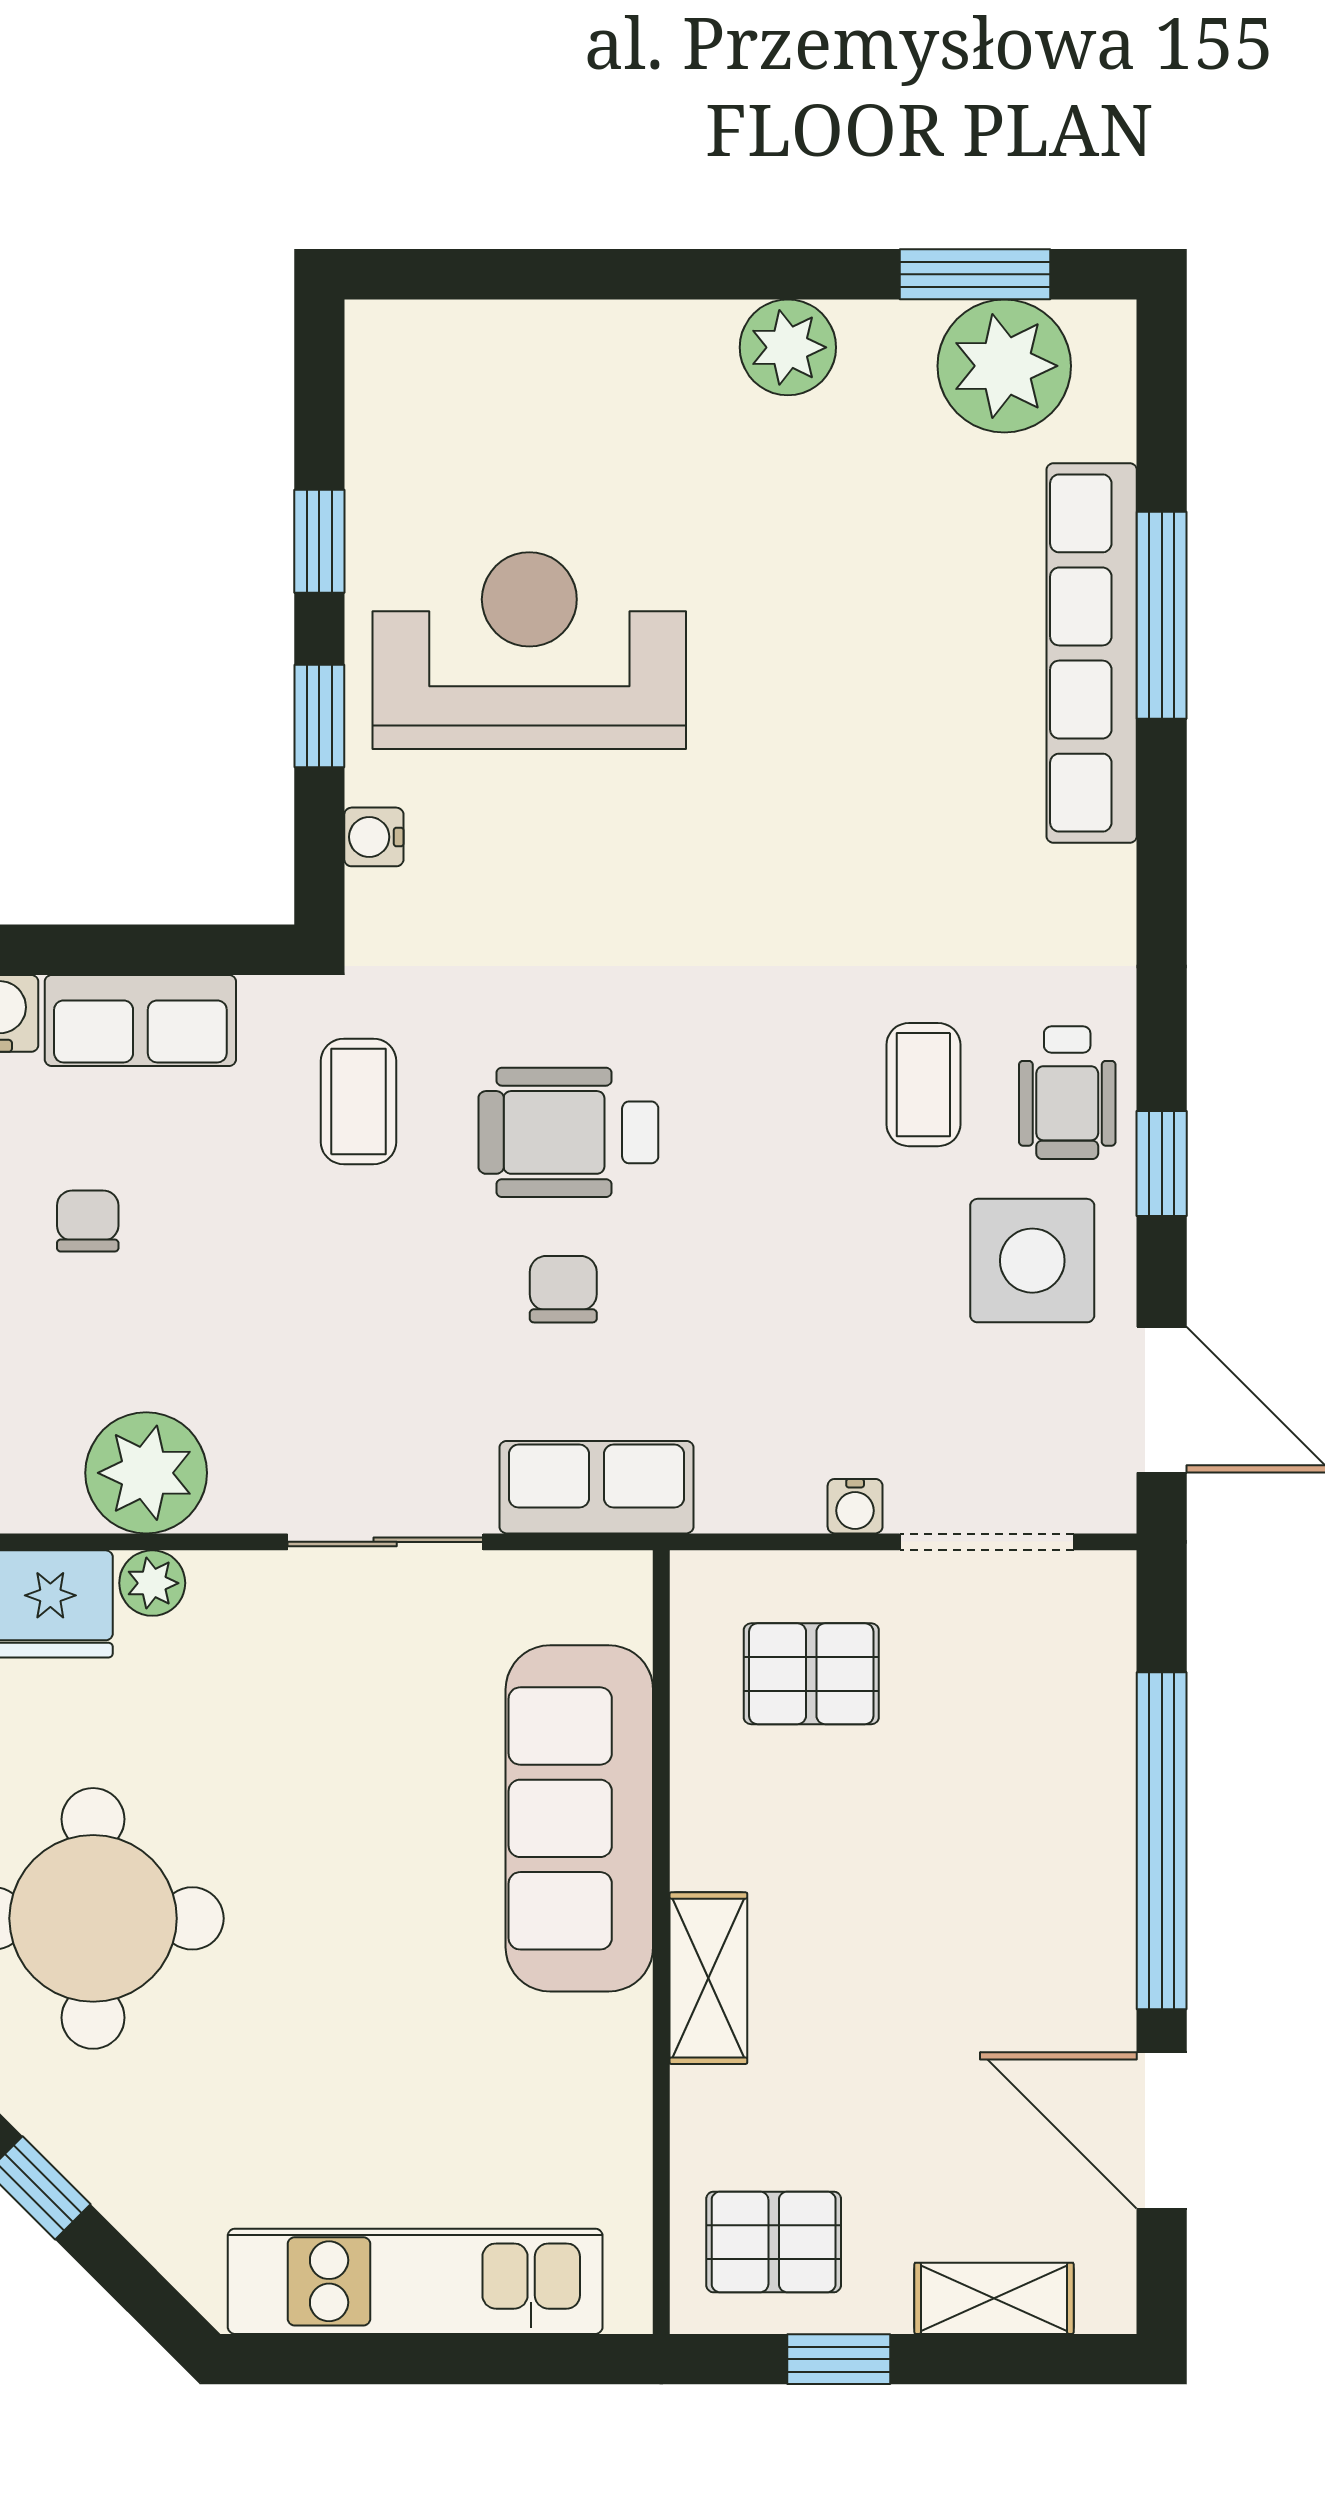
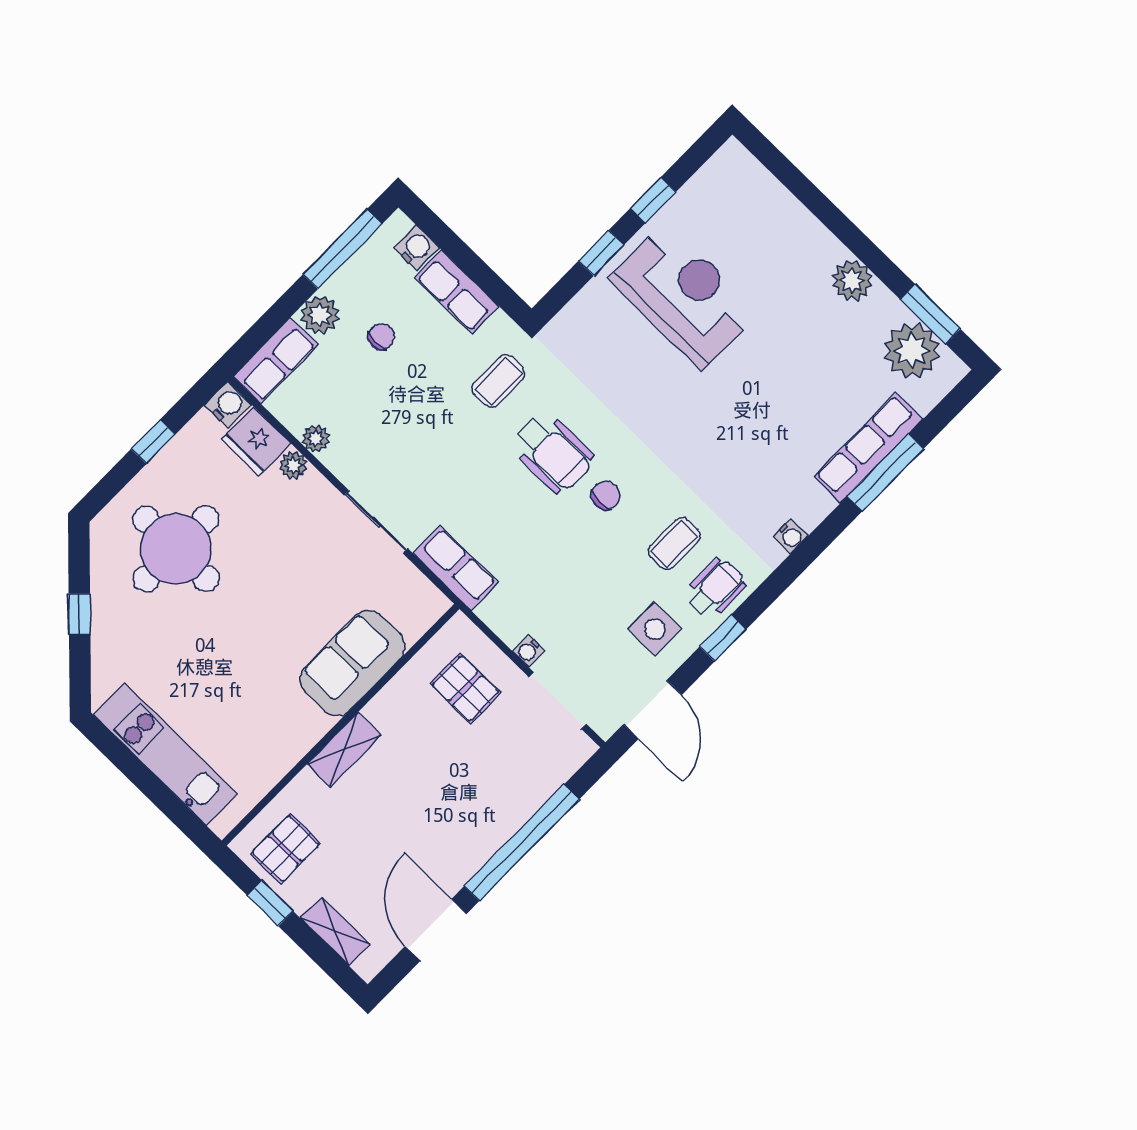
row of seats: (1092, 653) -> (868, 448), width x0.73
water cooler: (374, 837) -> (791, 536), moved, turned 180
wheelchair: (1067, 1093) -> (715, 589), turned 180
wheelchair: (568, 1132) -> (553, 453), turned 180
side table: (1032, 1261) -> (655, 629), width x0.73, depth x0.73
chair: (563, 1289) -> (606, 496), moved
plant: (146, 1473) -> (316, 439), width x0.53, depth x0.53
sofa: (579, 1818) -> (352, 663), width x0.73
pallet: (774, 2242) -> (285, 849), turned 90

